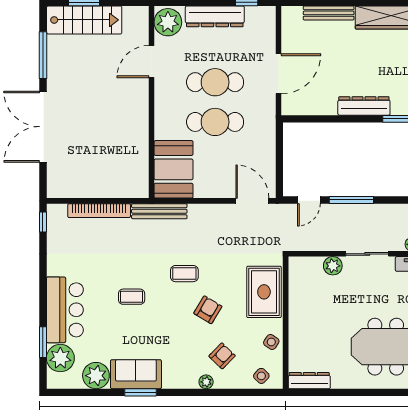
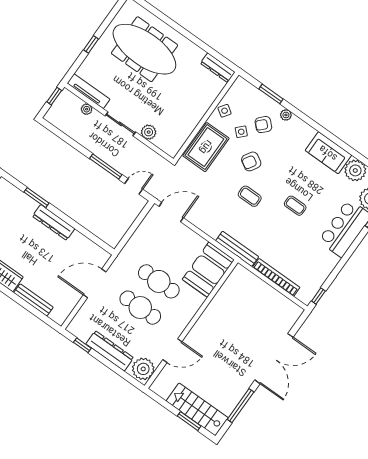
door: (252, 201) -> (171, 212), swing flipped
side table: (261, 376) -> (241, 132), moved
window: (140, 392) -> (271, 94), moved

